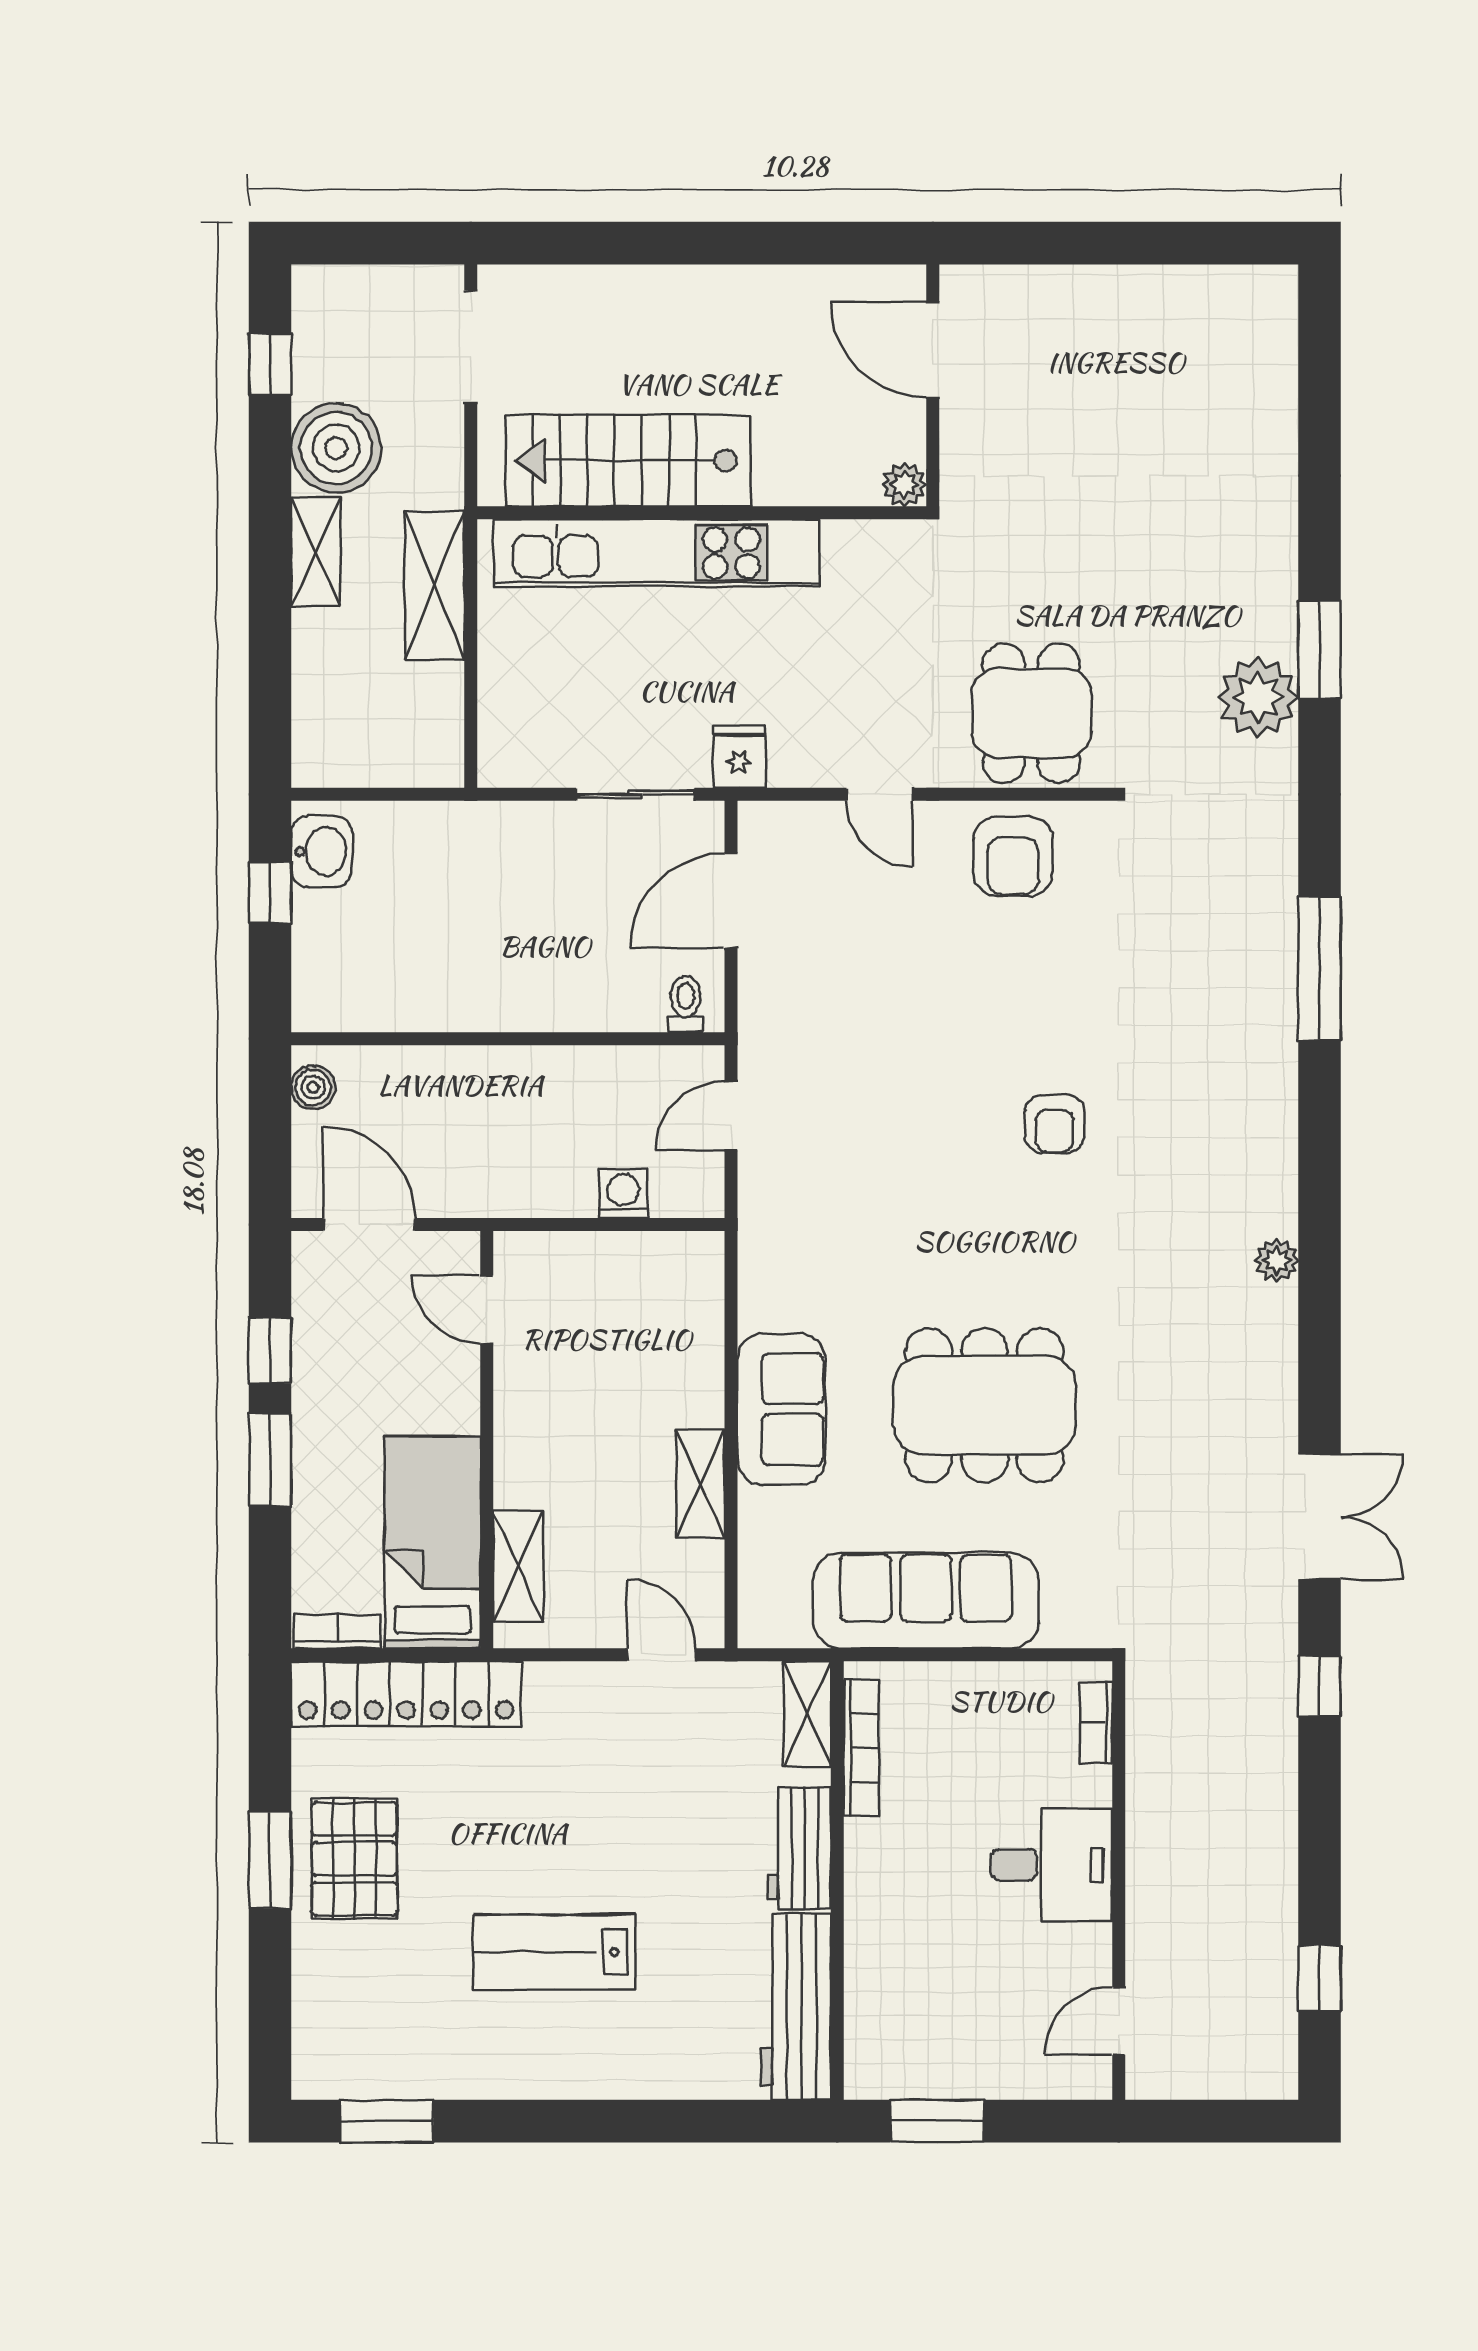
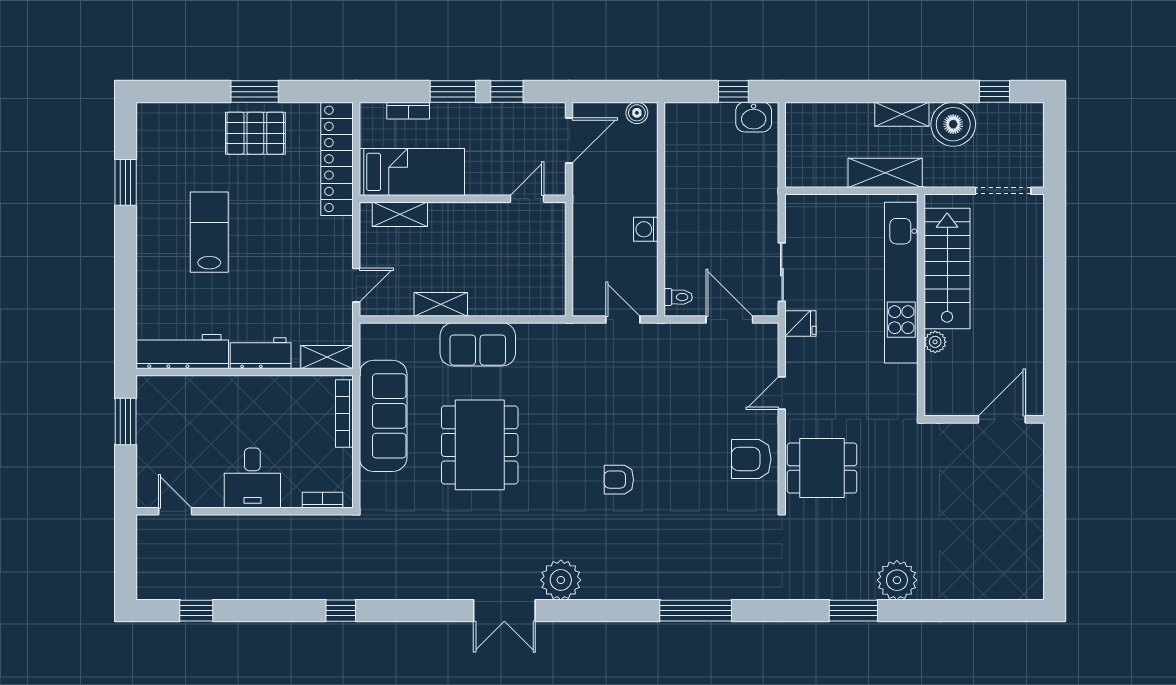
plant: (904, 484) -> (935, 342), moved
plant: (1258, 697) -> (897, 580), moved
washing machine: (623, 1194) -> (646, 229), moved, turned 180
plant: (1277, 1260) -> (561, 580), width x1.87, depth x1.87
double door: (1320, 1517) -> (504, 611), moved
bookcase: (337, 1631) -> (408, 111), moved, turned 90
bookcase: (861, 1748) -> (344, 413), moved, turned 90
window: (387, 2121) -> (126, 182), moved

